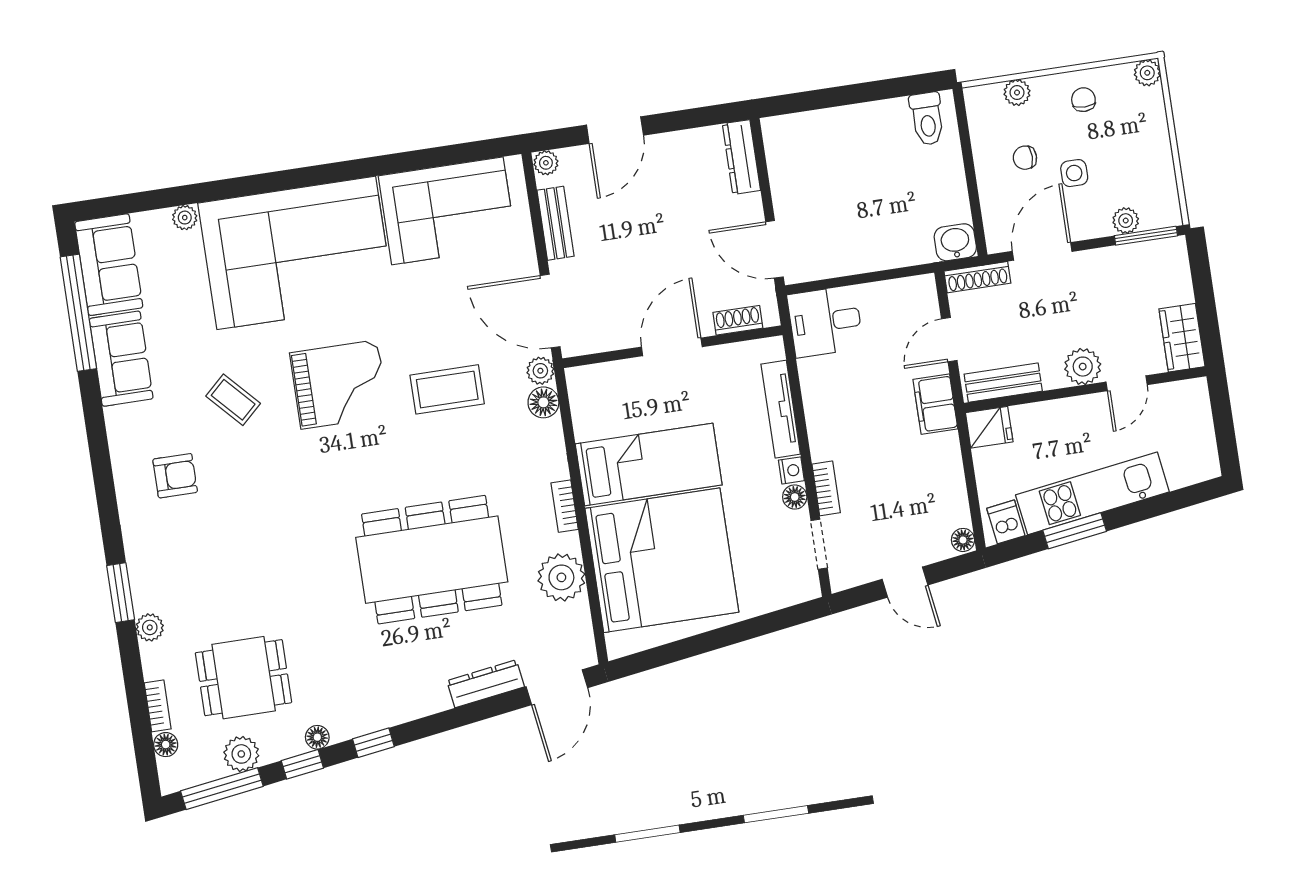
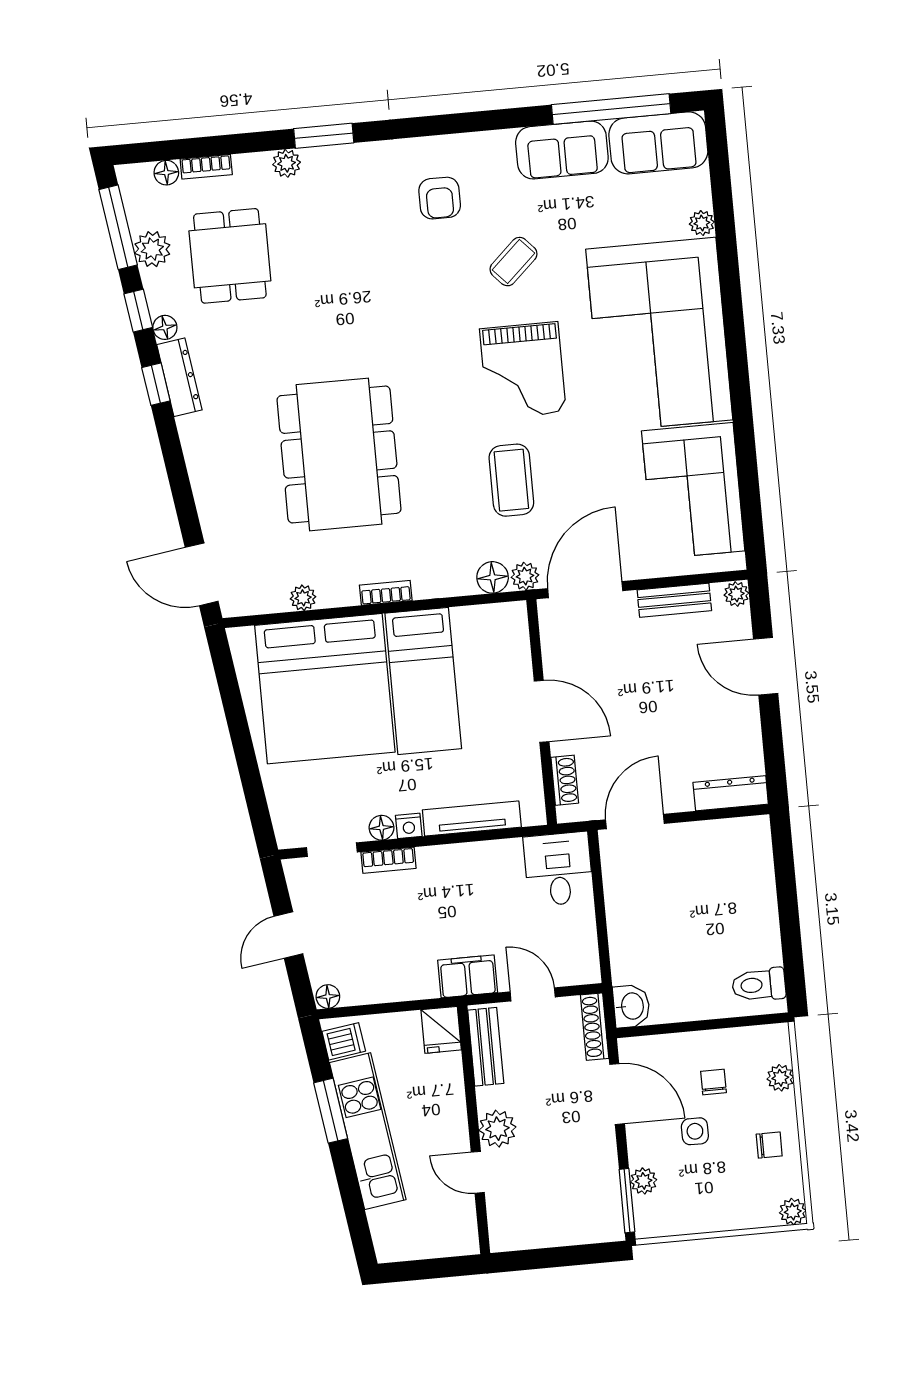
wardrobe: (1182, 338) -> (521, 1231), removed
plant: (561, 577) -> (303, 598), width x0.53, depth x0.53
dresser: (486, 684) -> (179, 377), moved

